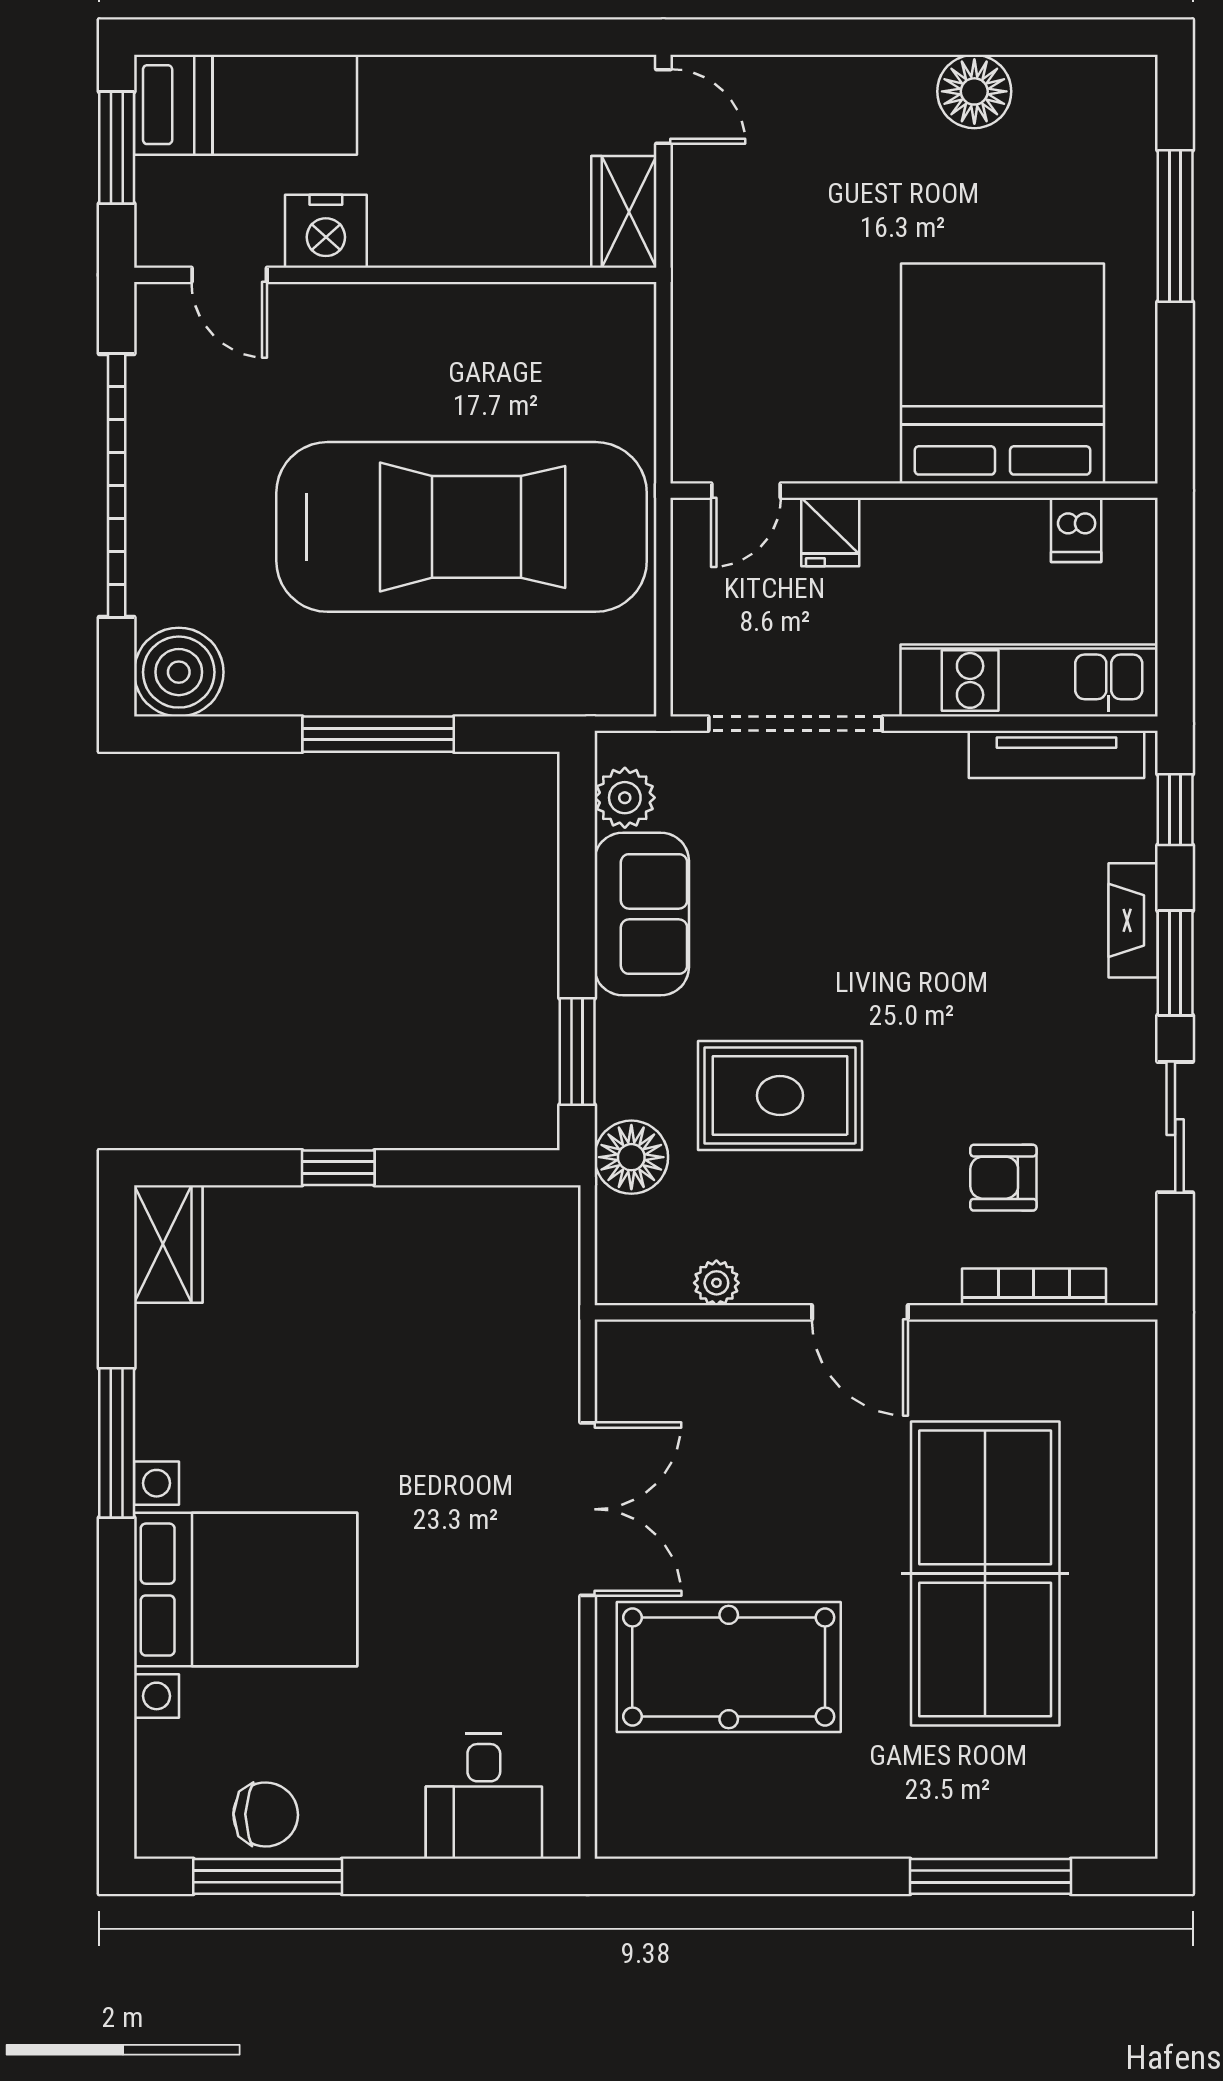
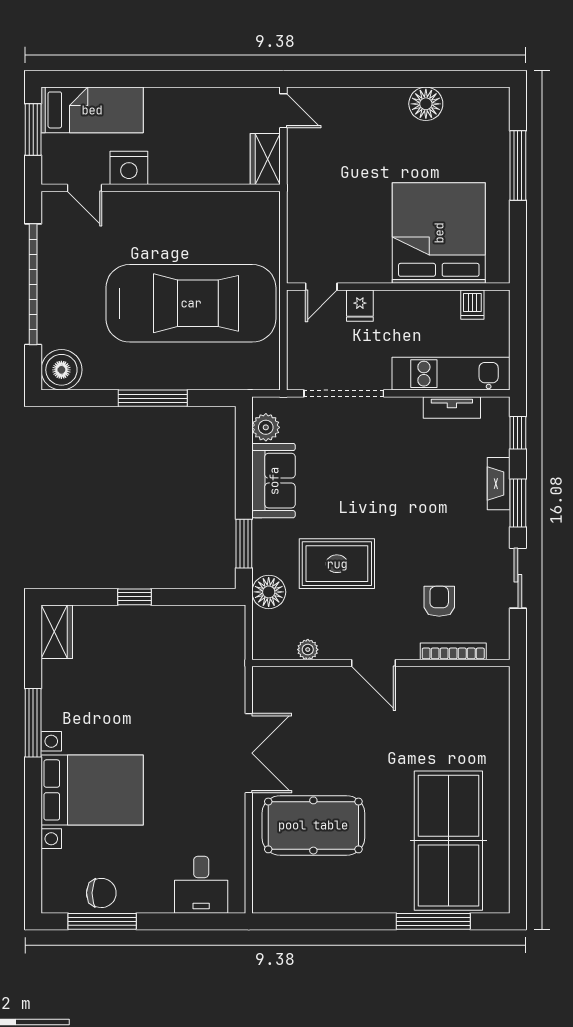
tv unit: (1056, 754) -> (452, 407), width x0.71
armchair: (1003, 1178) -> (439, 601), turned 90
table tennis table: (985, 1573) -> (448, 841), moved

